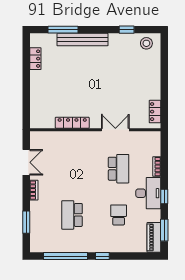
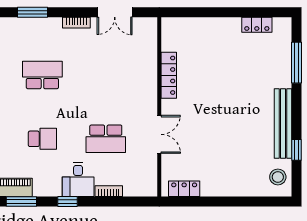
bench: (82, 40) -> (283, 124), moved
desk: (148, 193) -> (78, 180), width x0.73

